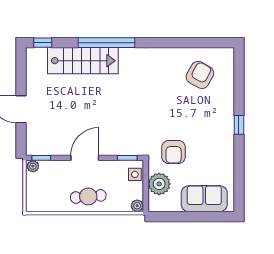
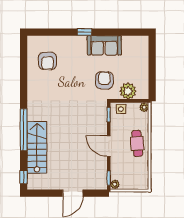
armchair: (200, 75) -> (47, 61), turned -119
armchair: (174, 152) -> (104, 80), turned -90
sofa: (204, 199) -> (104, 45), moved, turned -90

